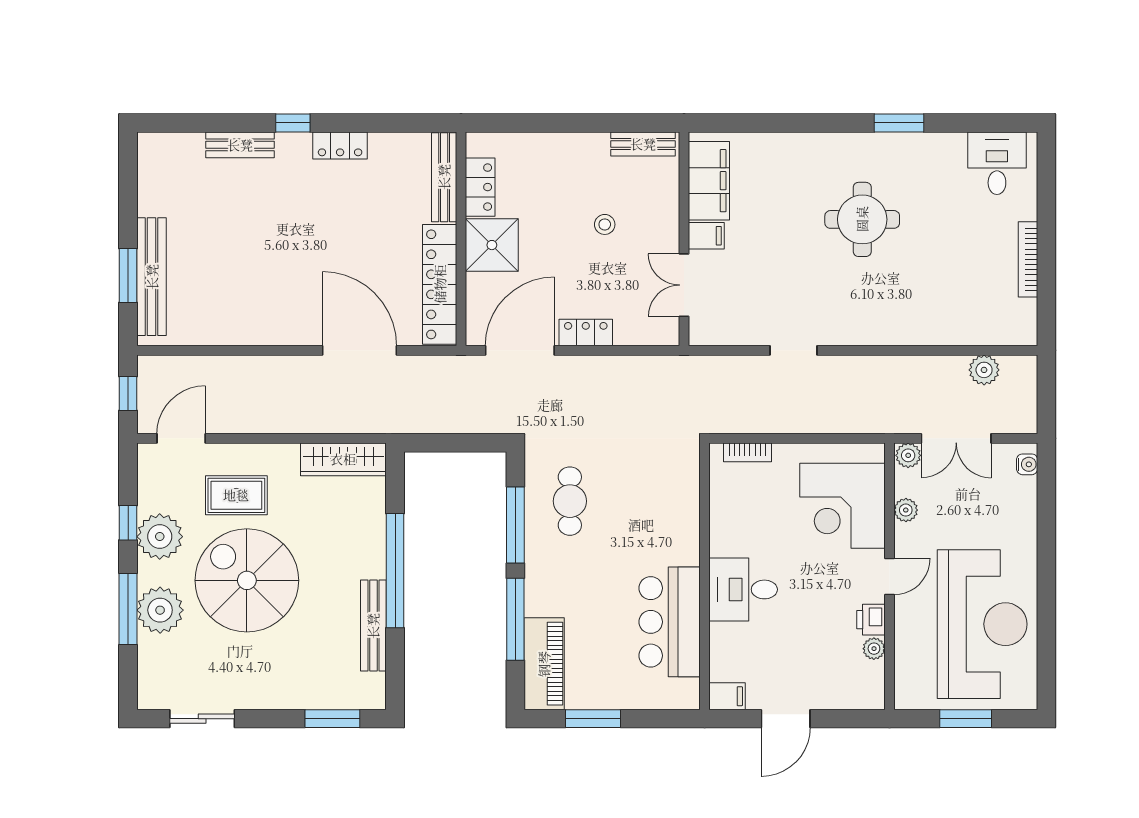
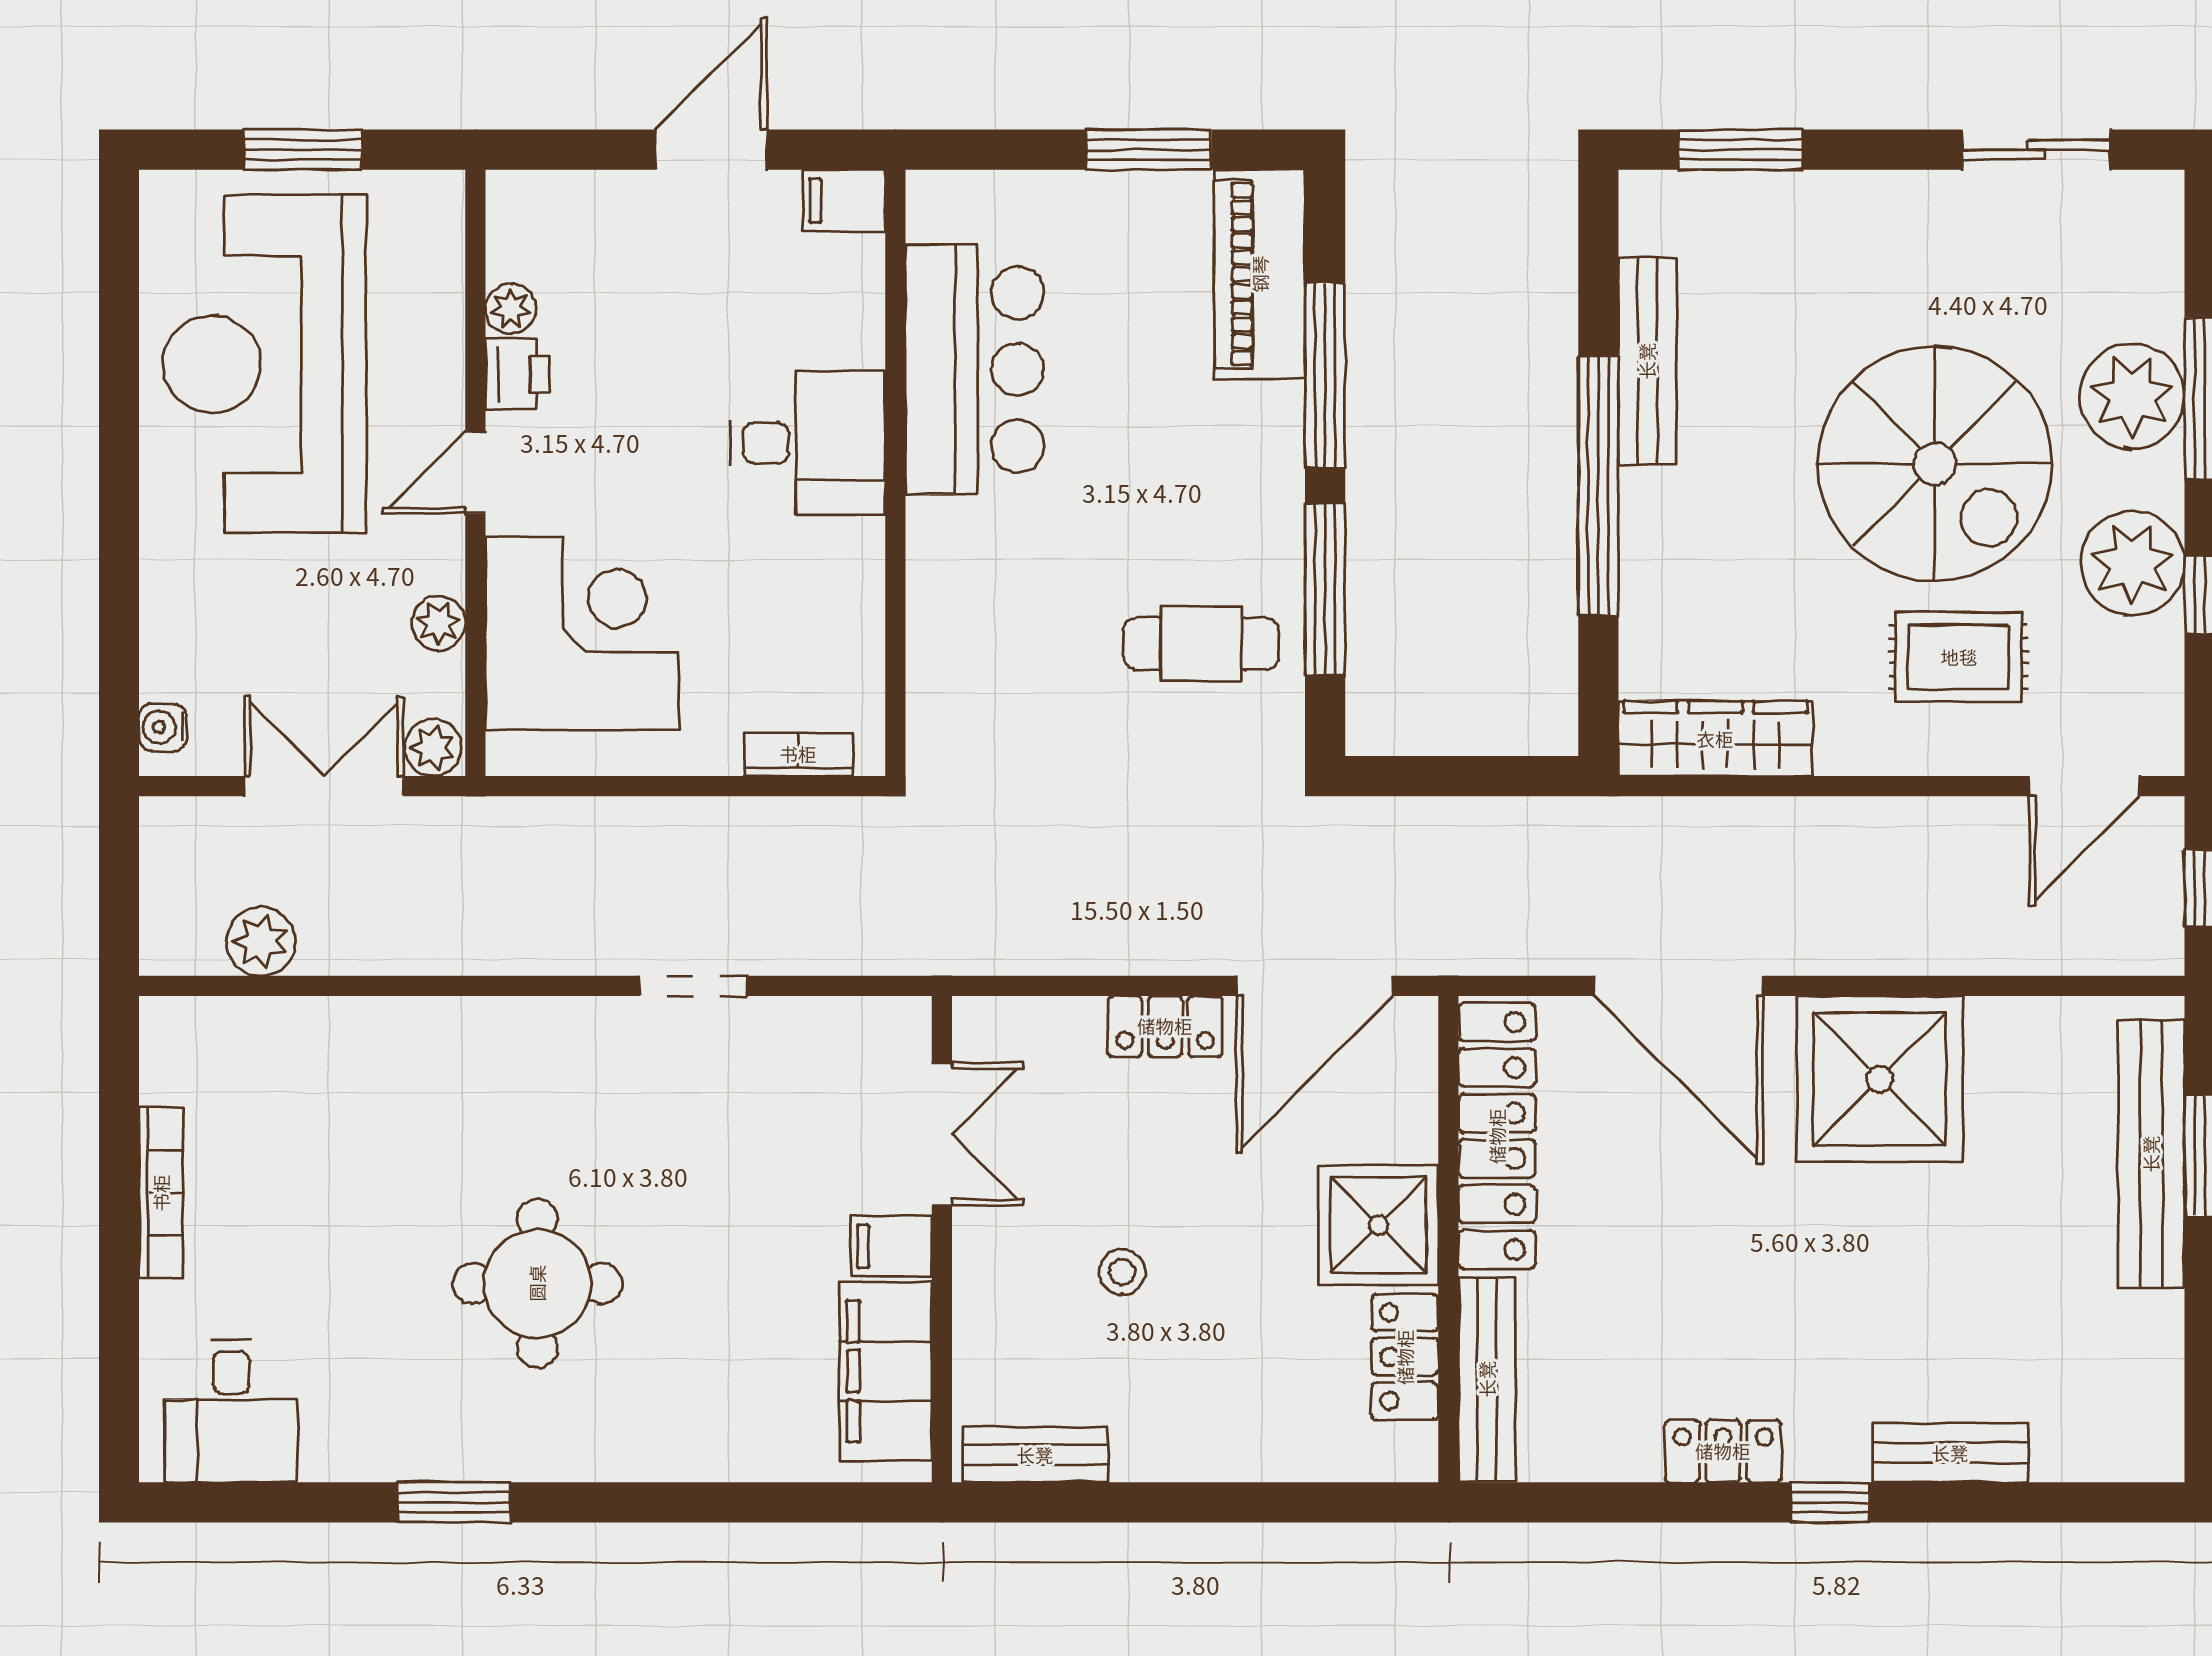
shower: (271, 309) -> (1880, 1079), added
cafe table: (570, 501) -> (1201, 644), turned 90

